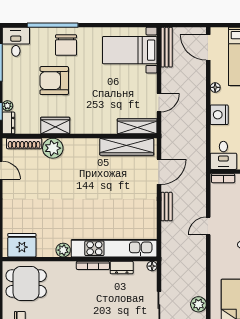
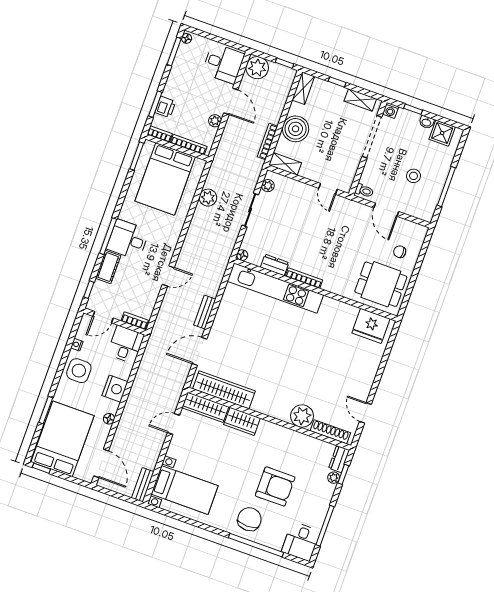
bench: (167, 47) -> (143, 485), width x0.73
wardrobe: (55, 126) -> (242, 421), moved
plant: (63, 250) -> (329, 305), removed

